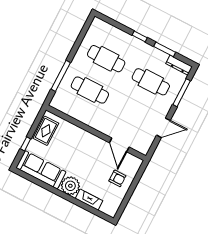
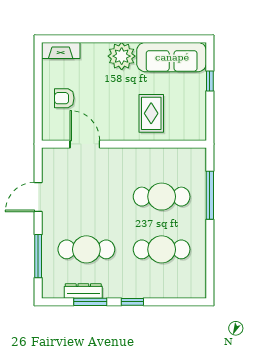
dresser: (179, 65) -> (83, 291), moved
rug: (46, 131) -> (151, 113), moved
fireplace: (89, 200) -> (61, 50), moved

